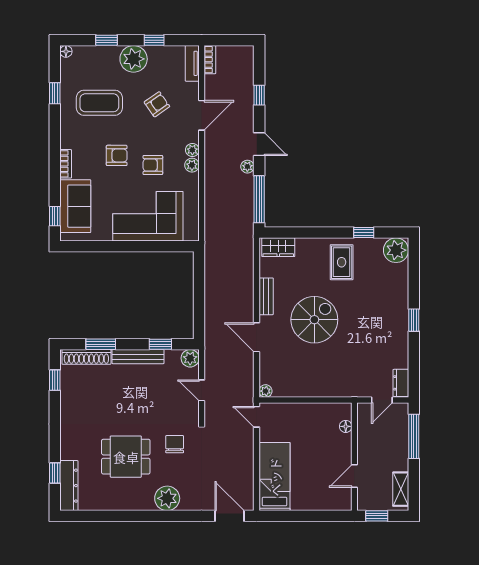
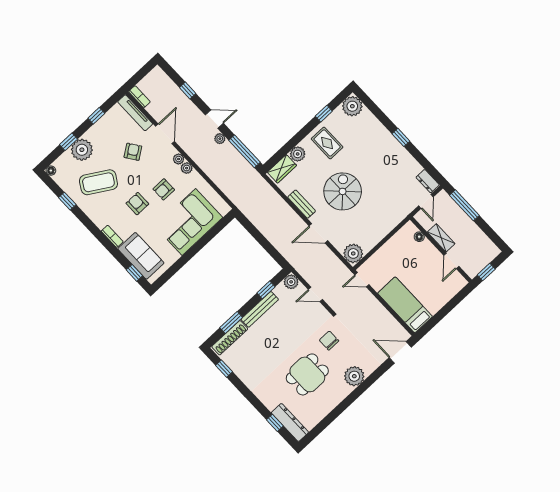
plant: (134, 59) -> (82, 150), moved
tv unit: (192, 63) -> (135, 113), width x1.41
coffee table: (99, 103) -> (98, 182), turned 31
armchair: (117, 155) -> (137, 204), turned -90
plant: (305, 247) -> (298, 154), added
plant: (266, 391) -> (353, 253), width x1.87, depth x1.87
shelving: (401, 489) -> (441, 238), moved

